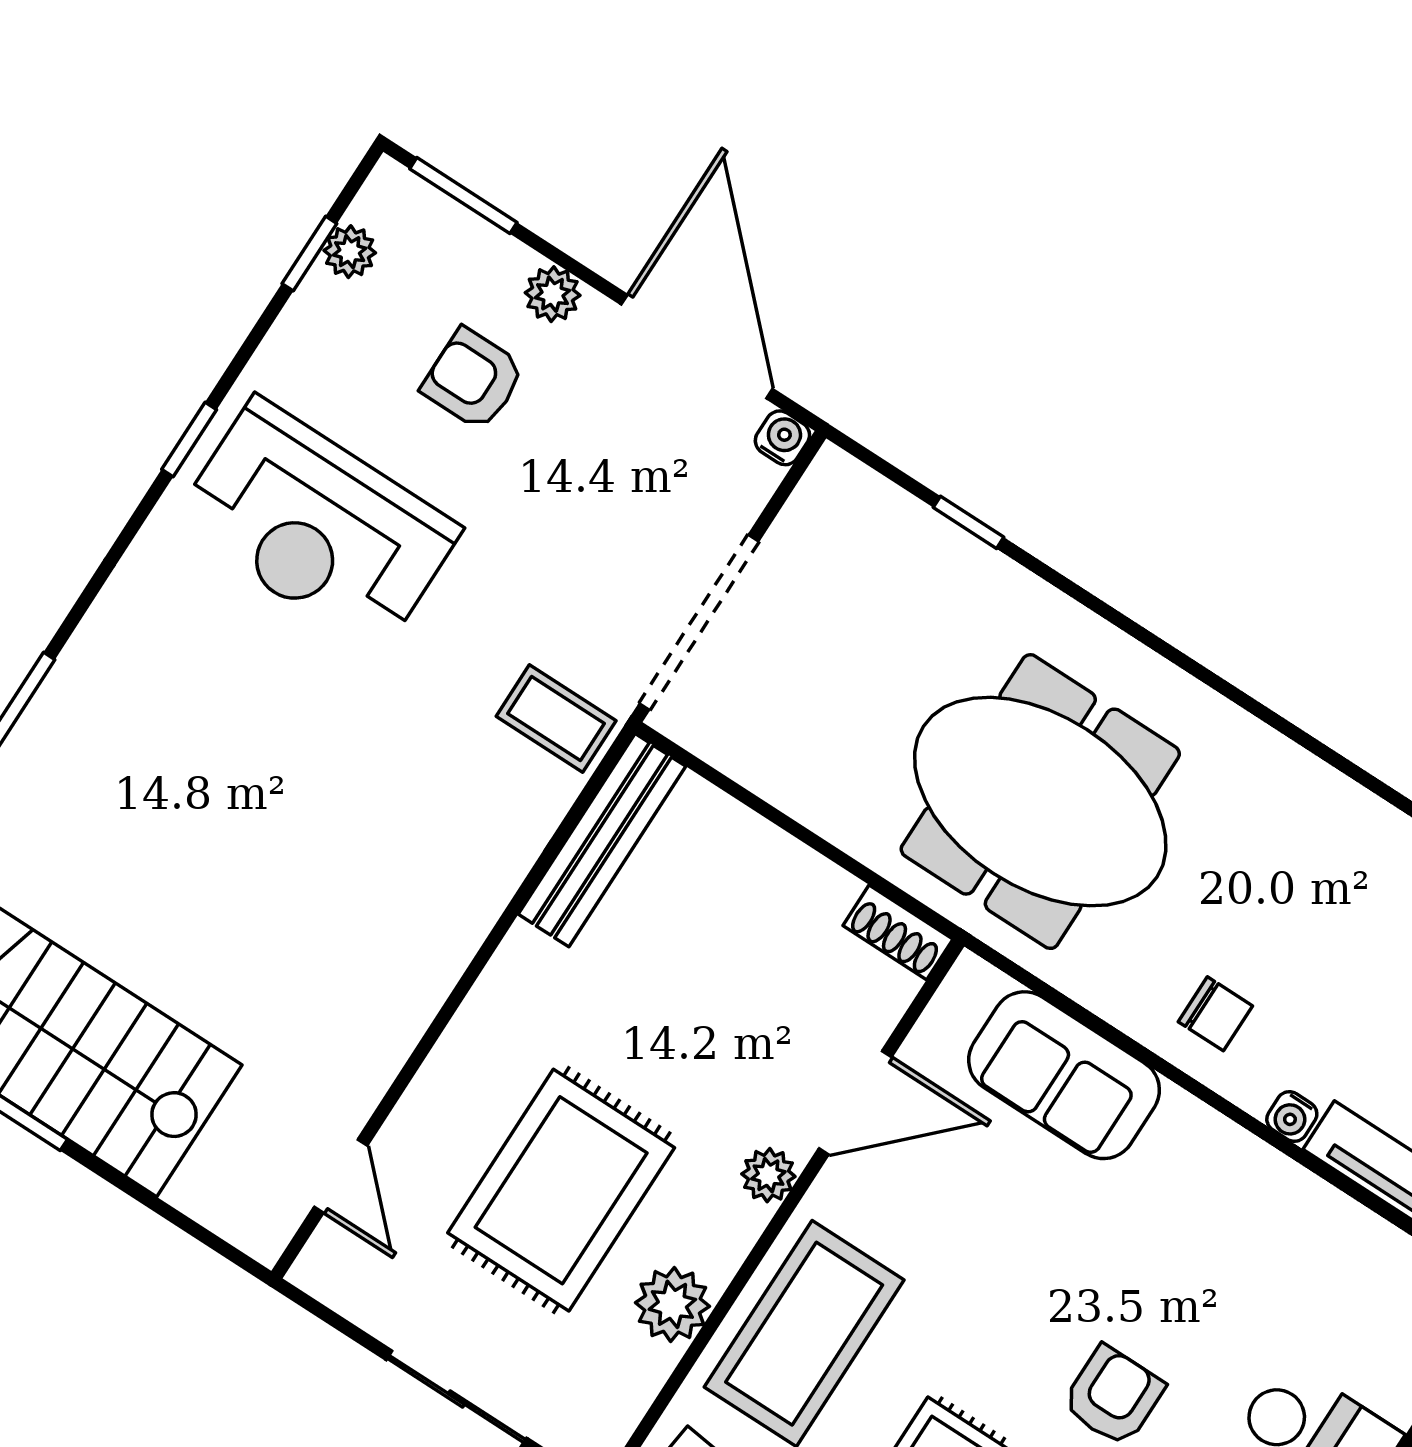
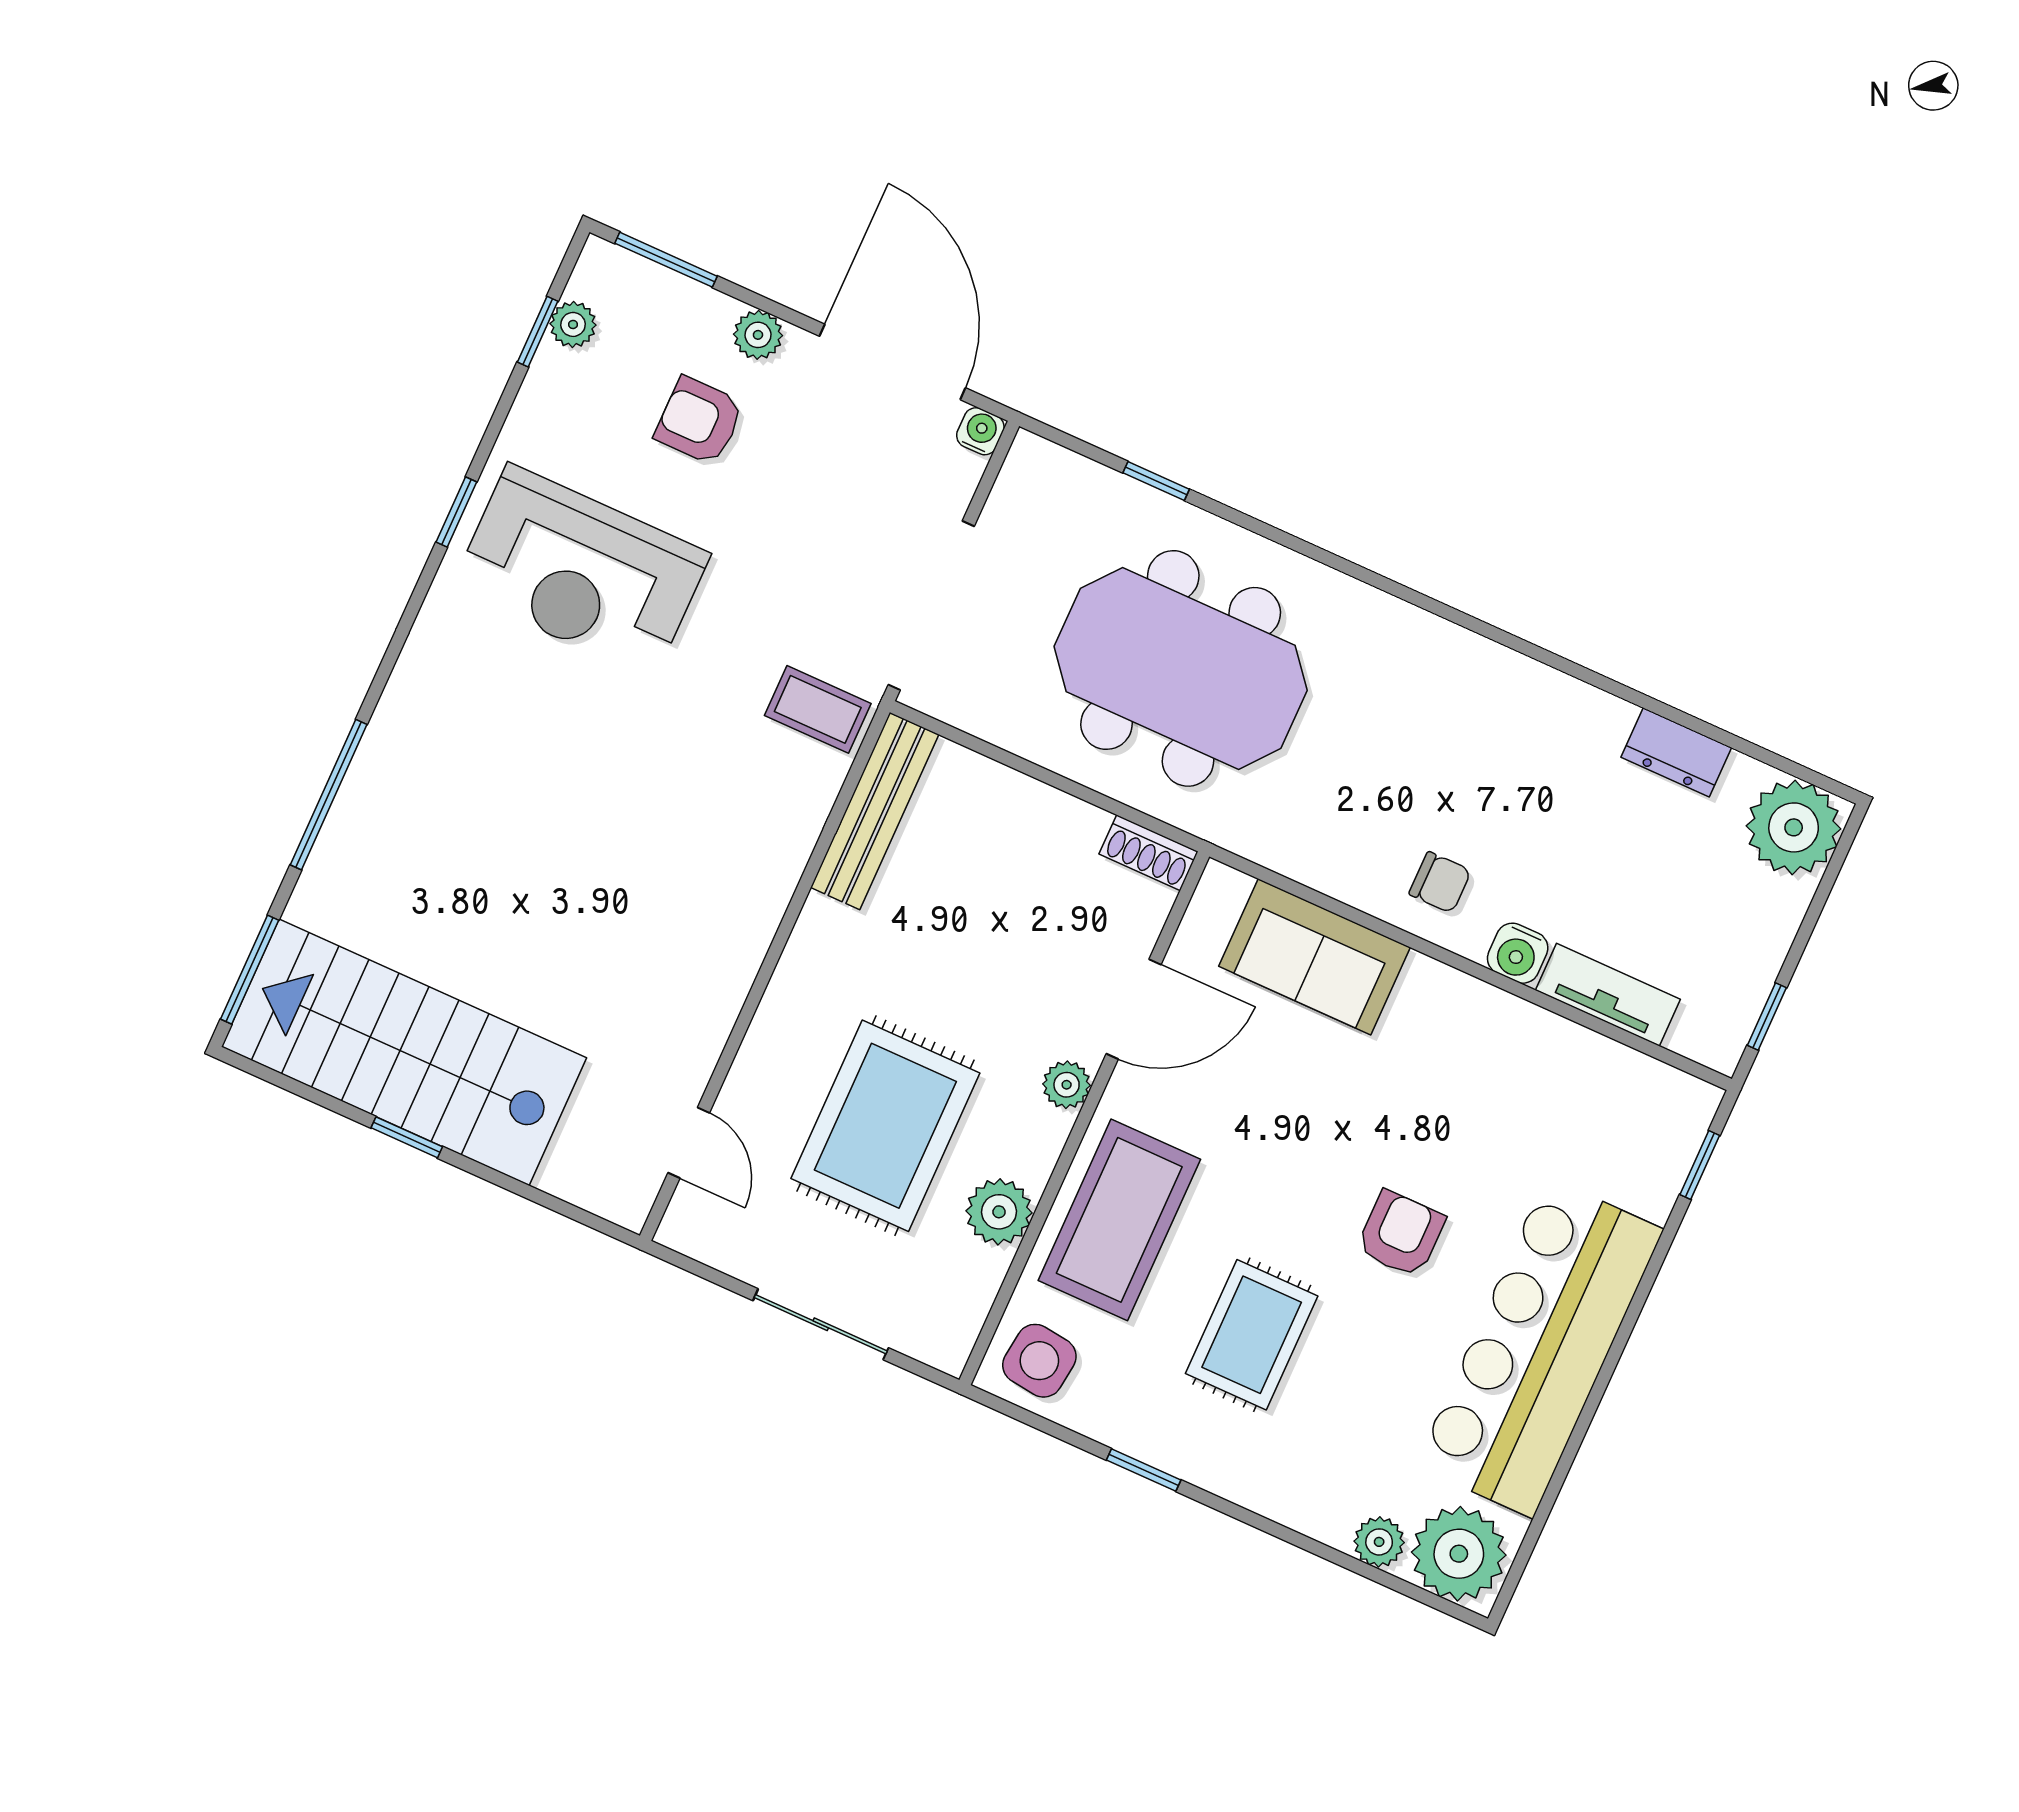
meeting table: (1040, 802) -> (1181, 668), moved
water cooler: (1292, 1116) -> (1518, 953), width x1.38, depth x1.38

